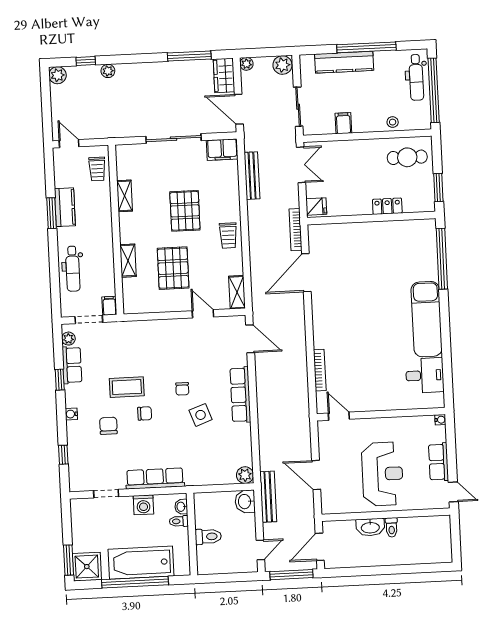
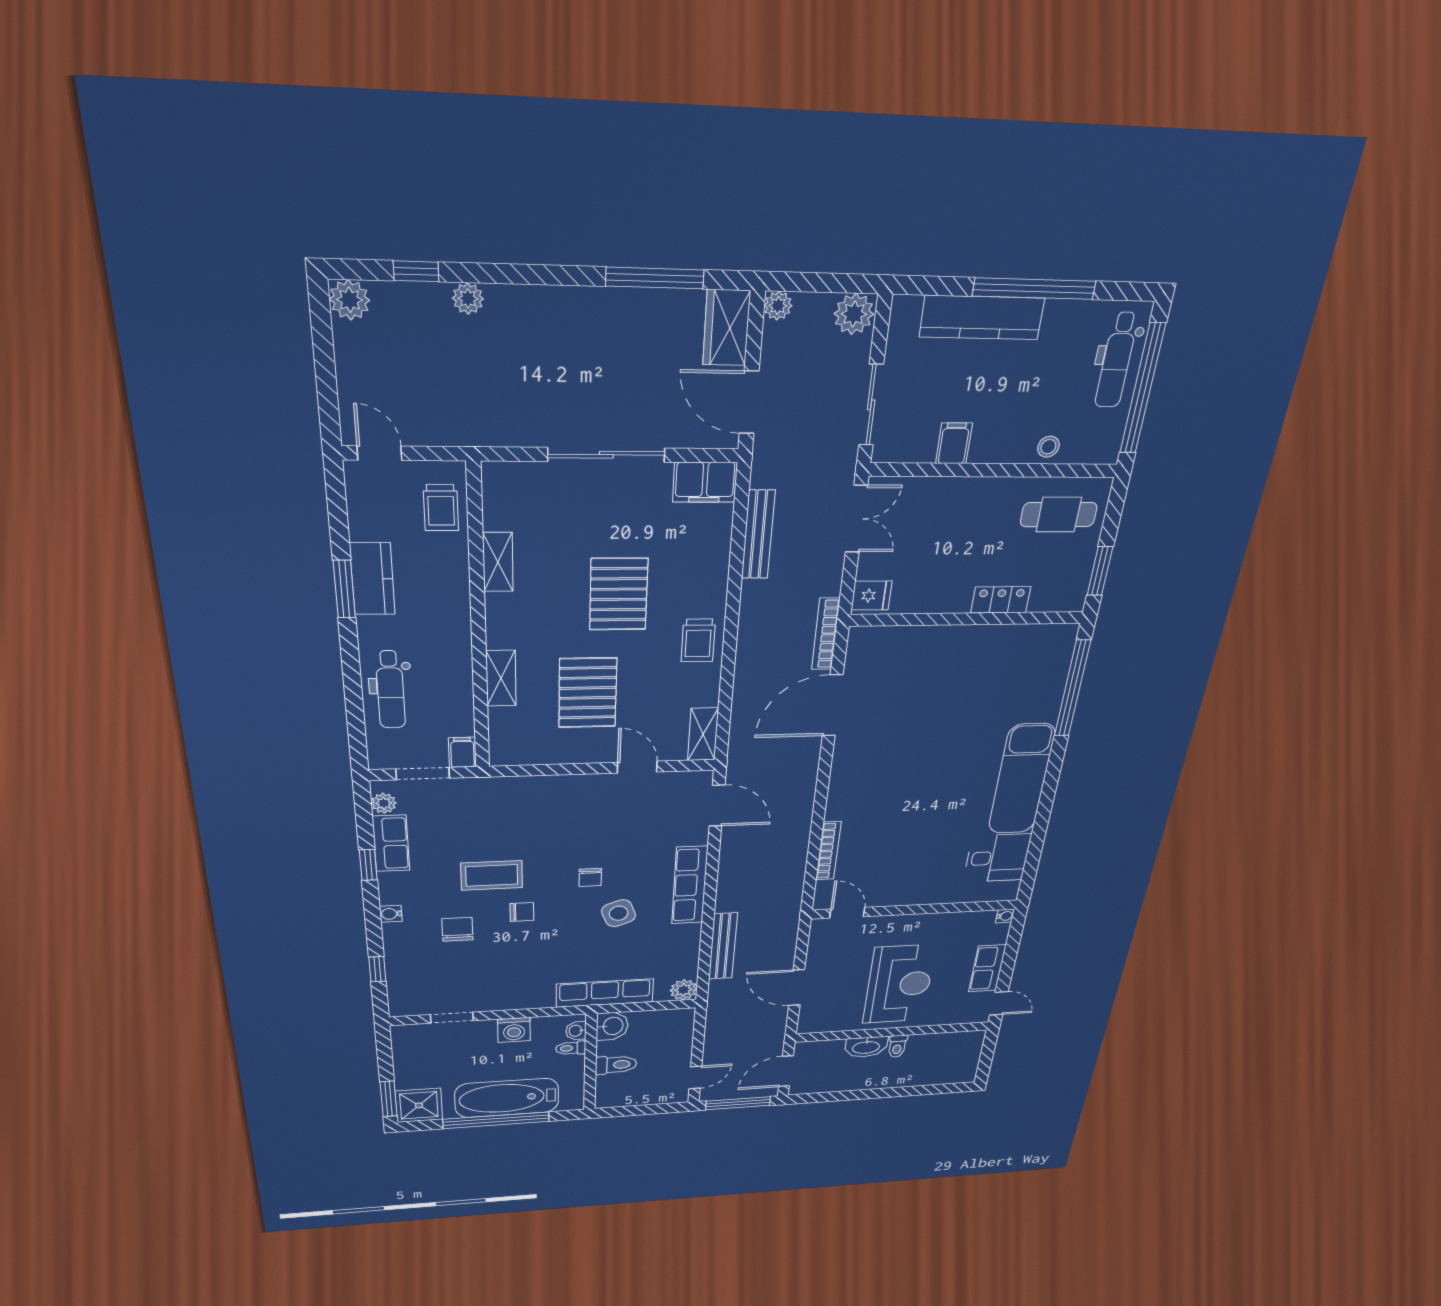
row of seats: (155, 479) -> (605, 993), moved
bench: (268, 497) -> (723, 946), moved
washbasin: (245, 502) -> (612, 1026), moved, turned 180

